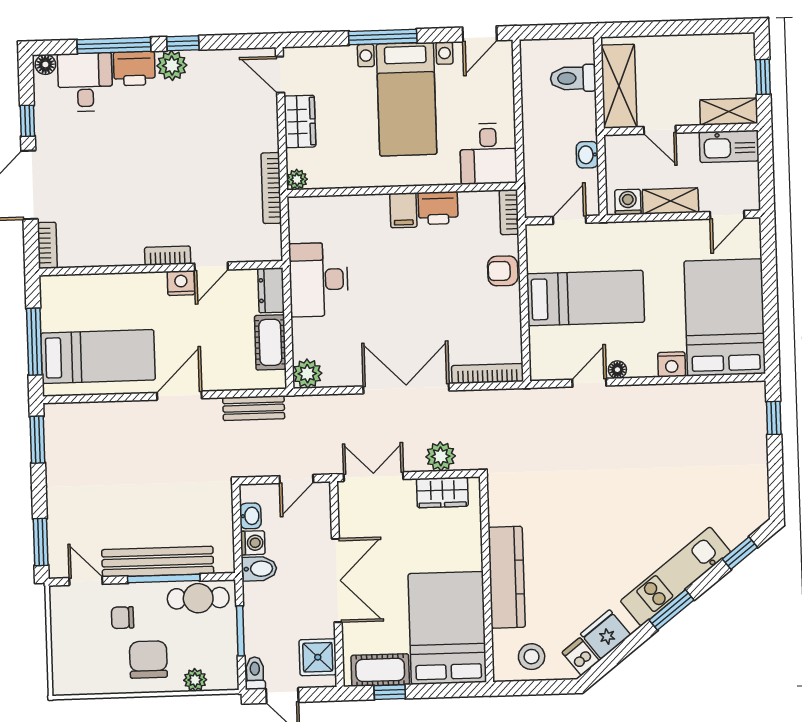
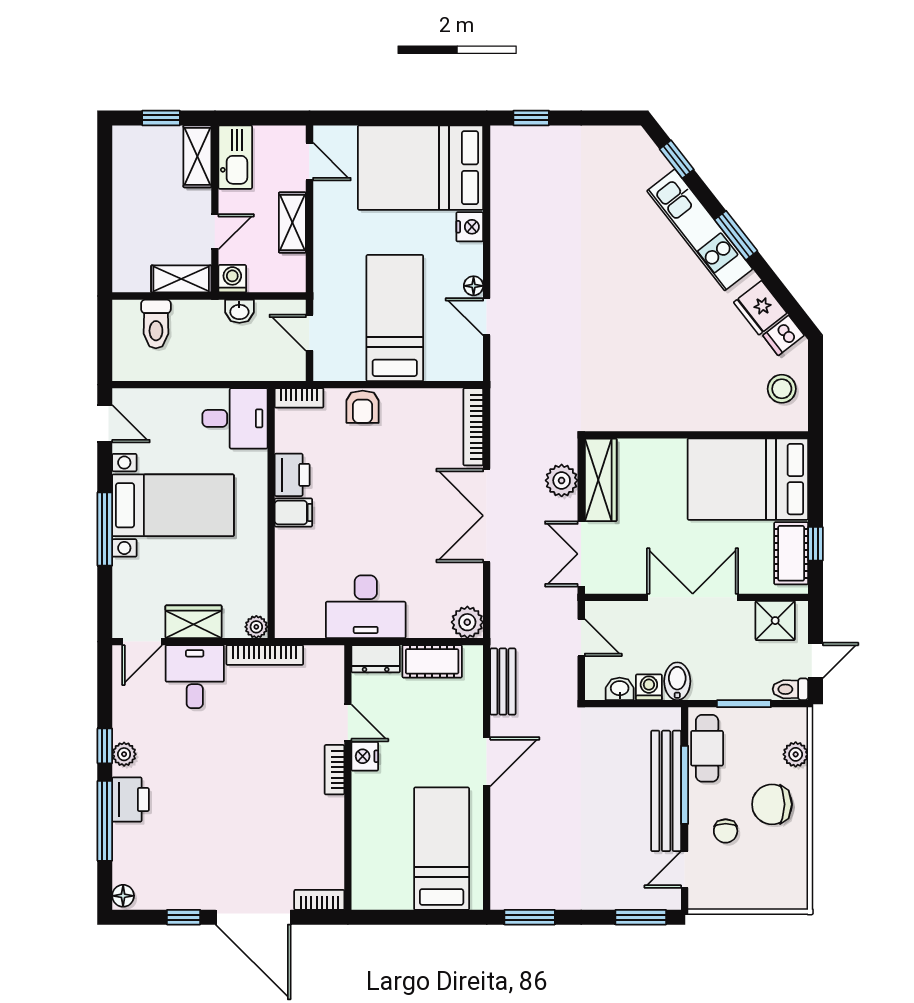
plant: (172, 65) -> (124, 754), width x0.73, depth x0.73
desk: (85, 82) -> (195, 677), moved, turned 90
shelving: (619, 86) -> (181, 279), width x0.67, depth x0.75
washing machine: (628, 202) -> (232, 279), moved, turned 90
window: (34, 342) -> (423, 917), removed
door: (179, 396) -> (487, 762), swing flipped
wardrobe: (442, 492) -> (601, 480), width x1.50
kitchen counter: (507, 577) -> (695, 413), removed

